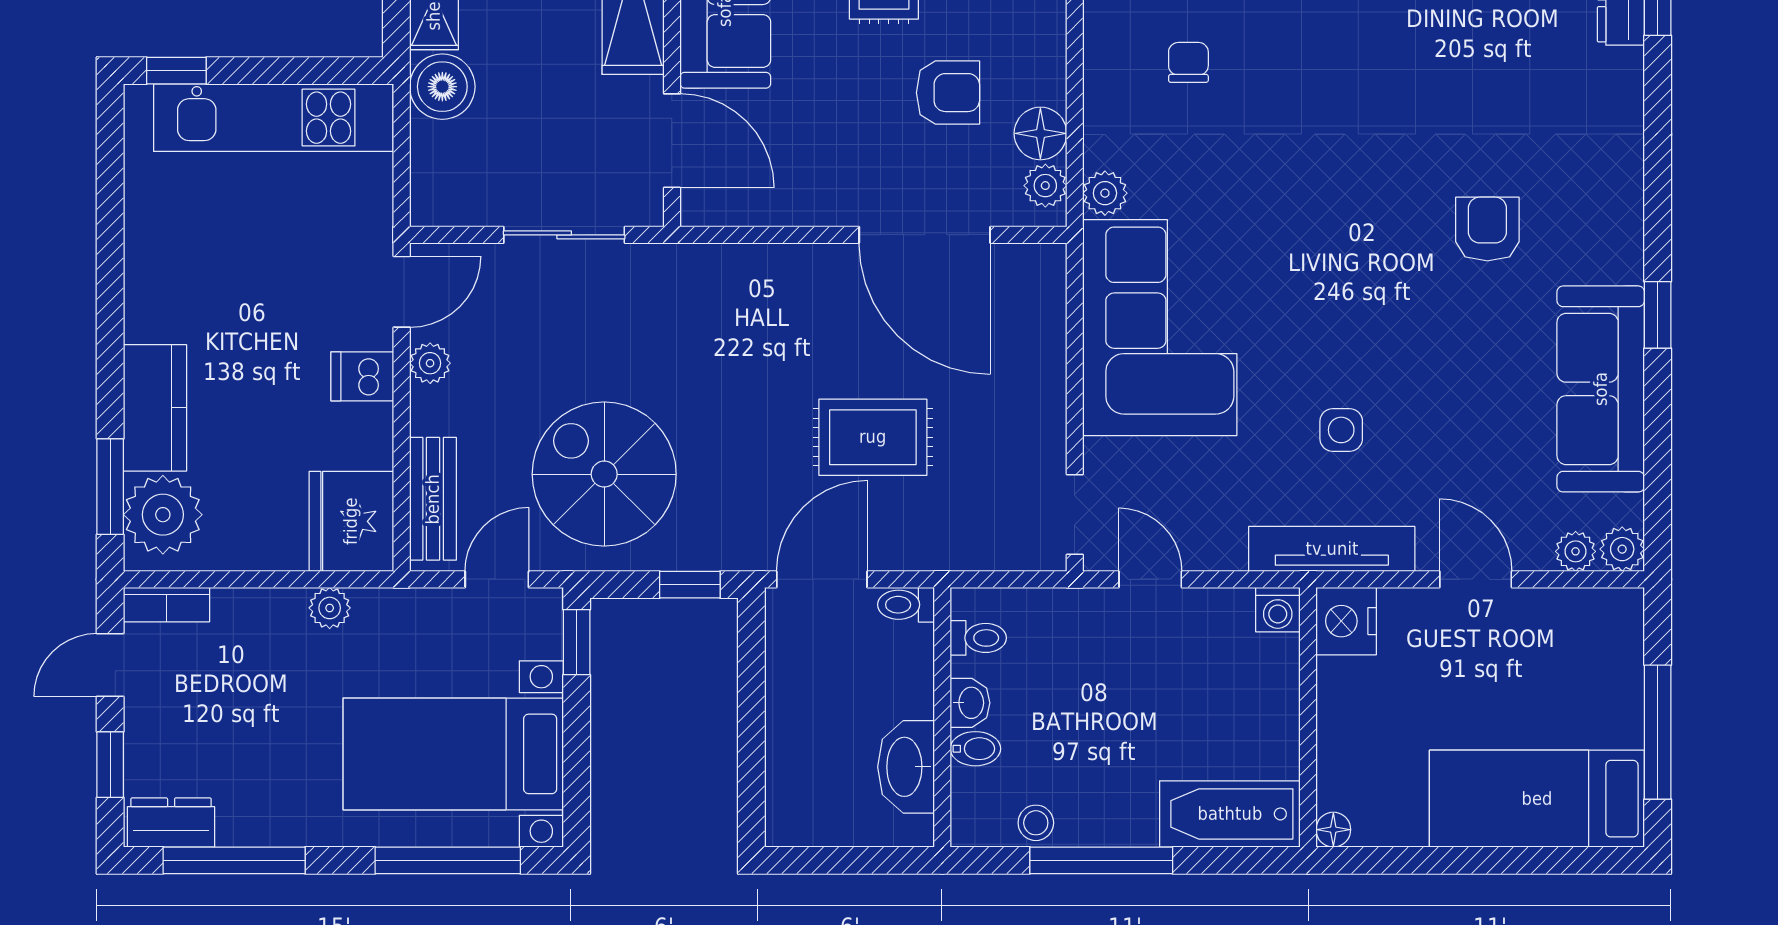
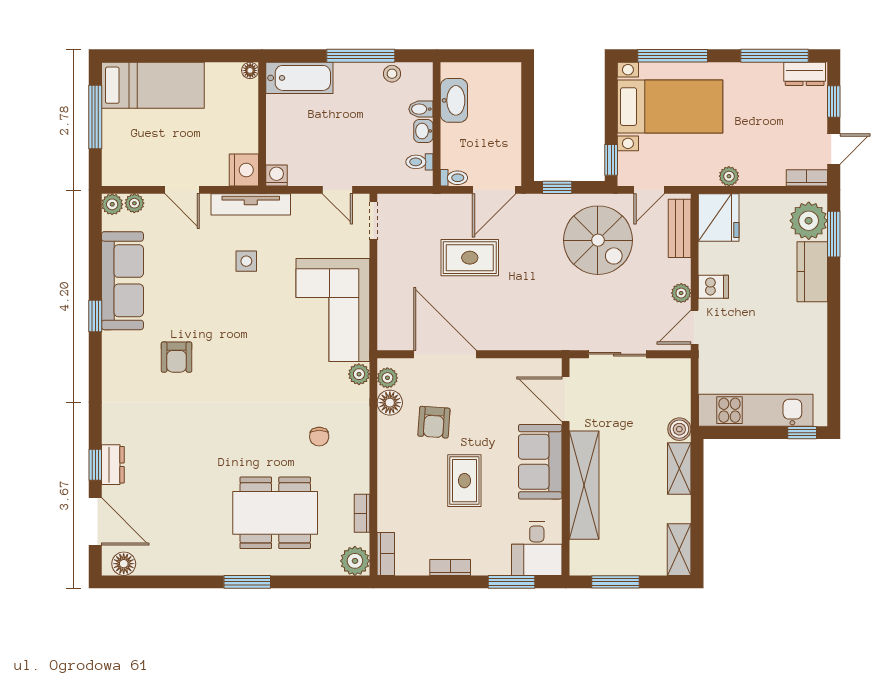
boiler: (442, 87) -> (679, 429), width x0.73, depth x0.73
armchair: (948, 93) -> (434, 422), turned -86

